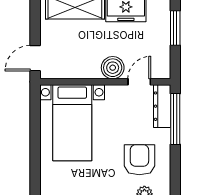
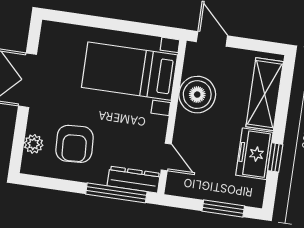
boiler: (113, 68) -> (197, 95), moved, width x1.37, depth x1.37
armchair: (139, 160) -> (75, 144), turned 87

